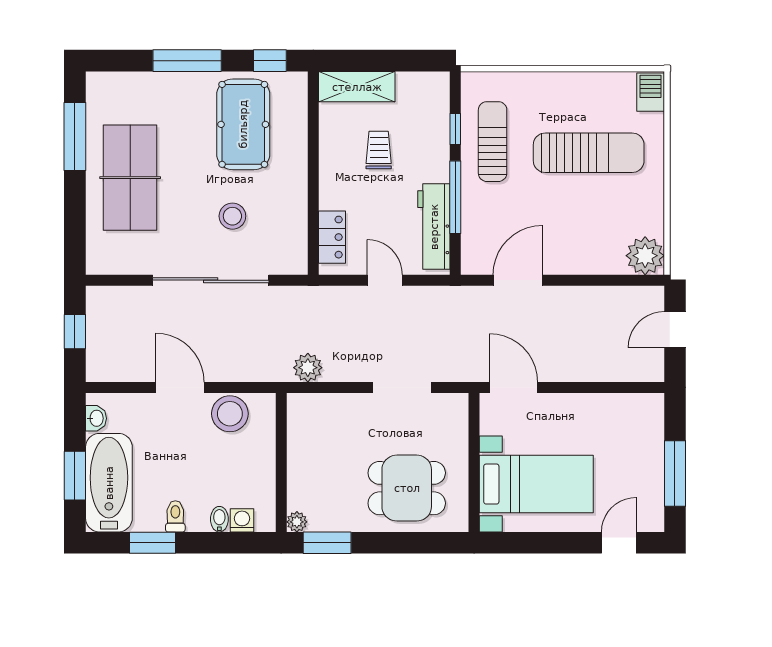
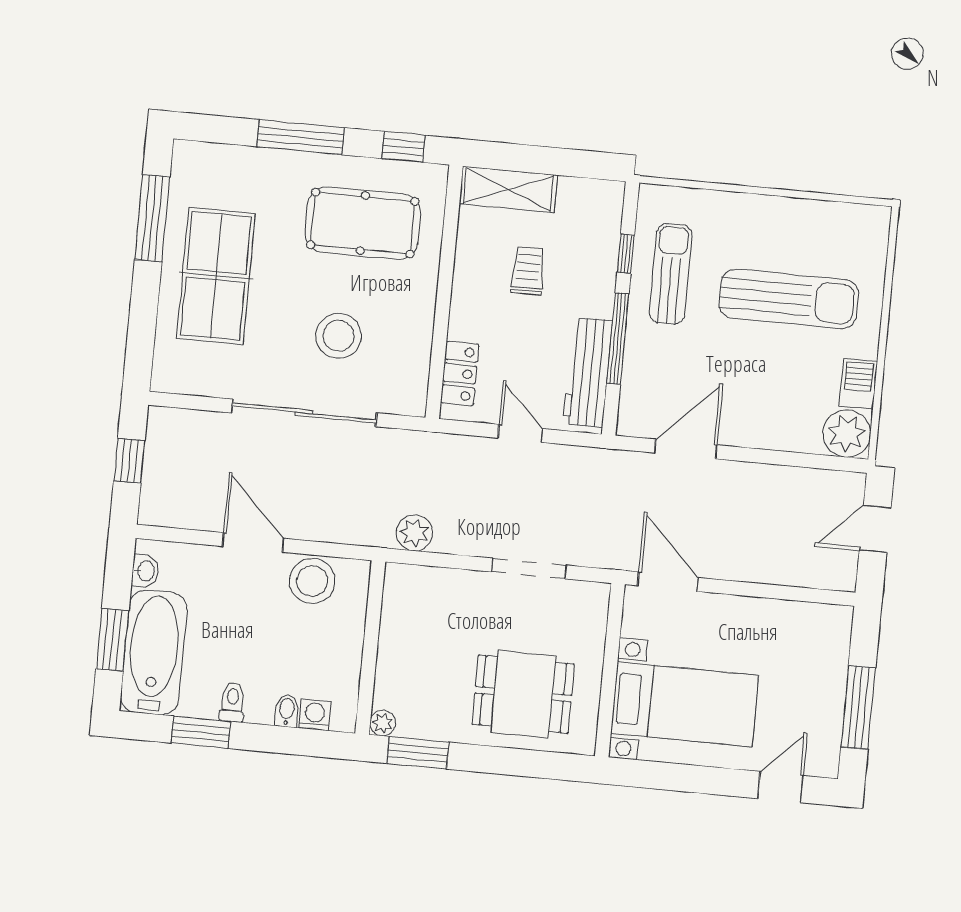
barbecue: (651, 92) -> (858, 384), moved
pool table: (243, 124) -> (363, 223), turned 90
stool: (232, 216) -> (339, 336), width x1.38, depth x1.38

